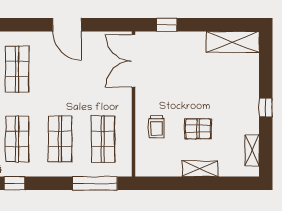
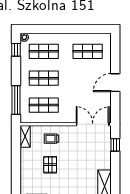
shelving: (200, 169) -> (25, 136), moved

